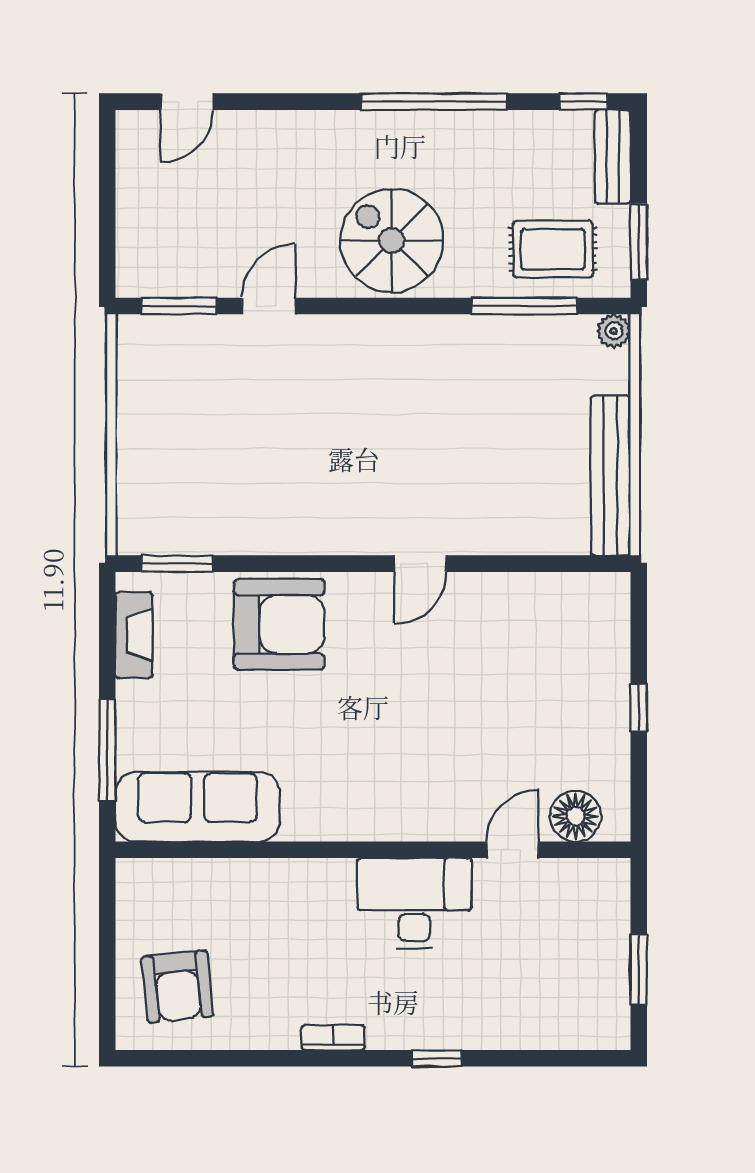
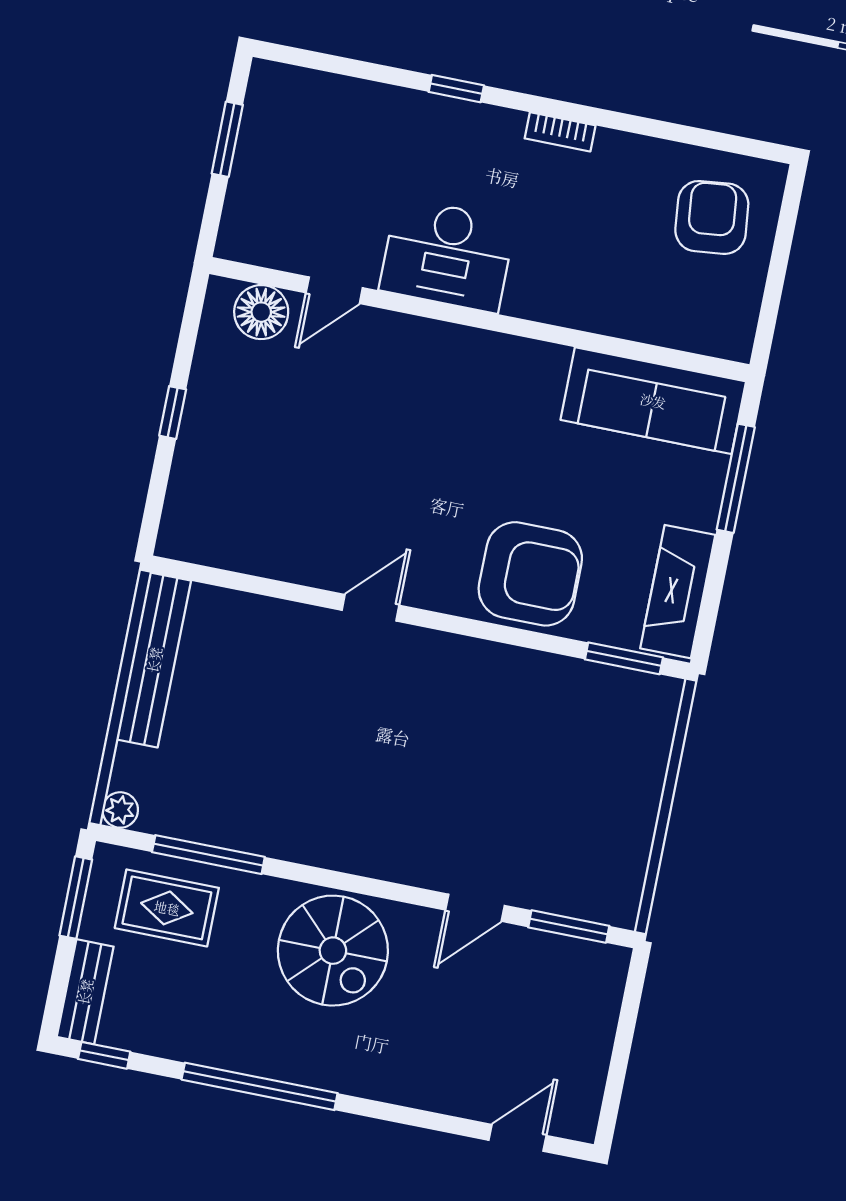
armchair: (279, 624) -> (530, 574), turned 180
fireplace: (134, 635) -> (678, 592), width x1.37, depth x1.32

